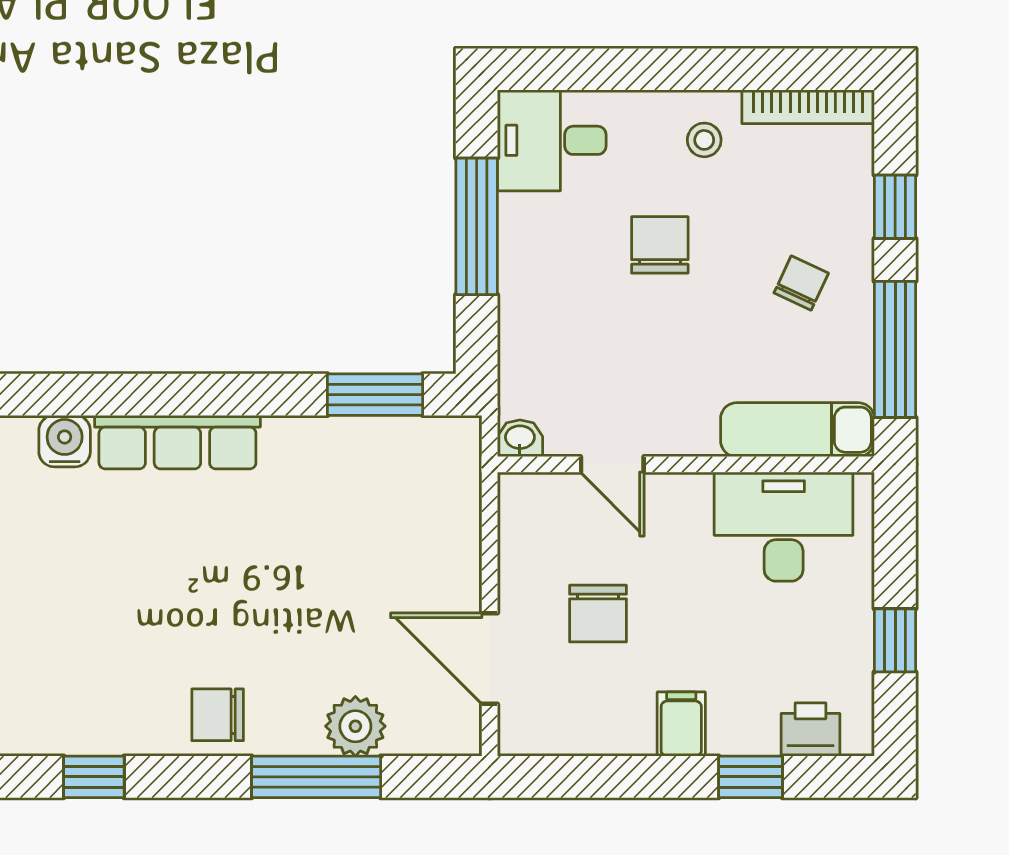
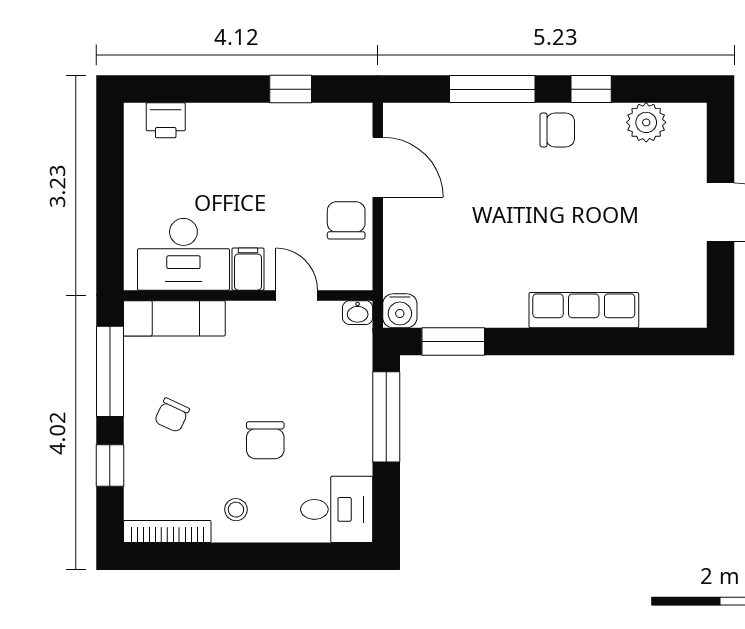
window: (477, 226) -> (386, 417), moved
water cooler: (65, 441) -> (400, 311), moved
chair: (598, 614) -> (346, 220), moved
window: (895, 640) -> (110, 179), removed
filing cabinet: (681, 724) -> (248, 269), moved, turned 180
plant: (355, 726) -> (646, 122), moved
window: (94, 777) -> (591, 89), moved
window: (751, 777) -> (291, 89), moved

